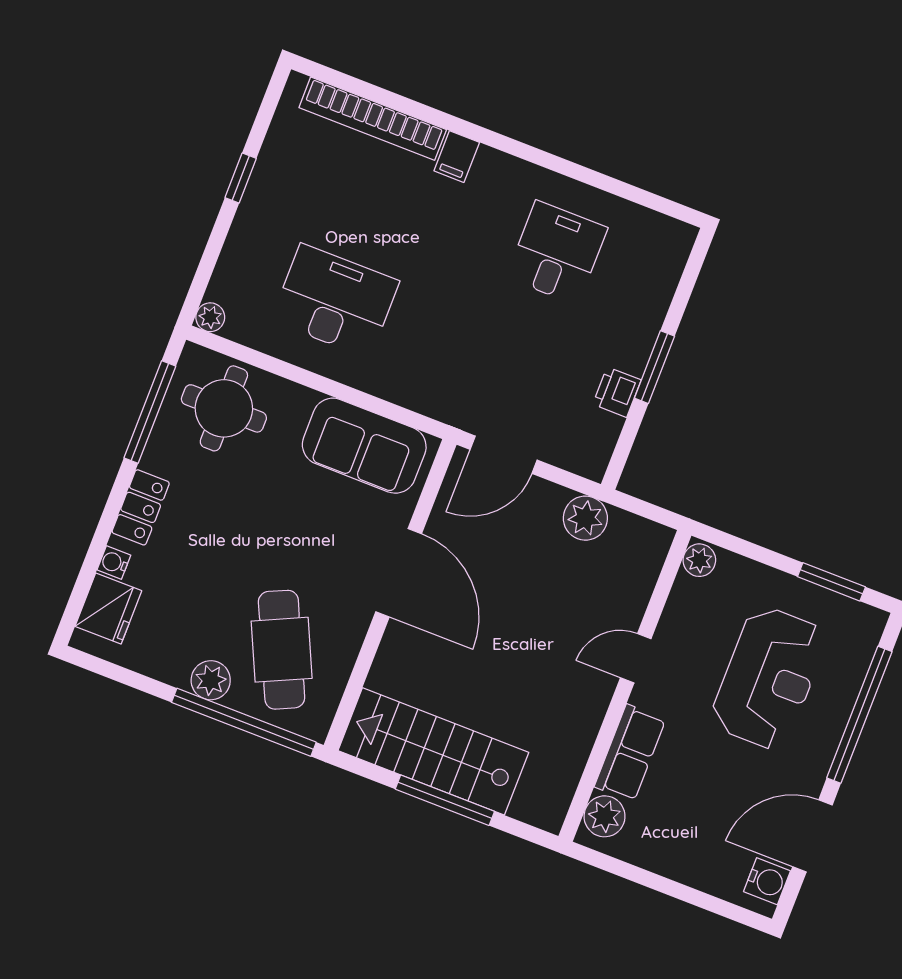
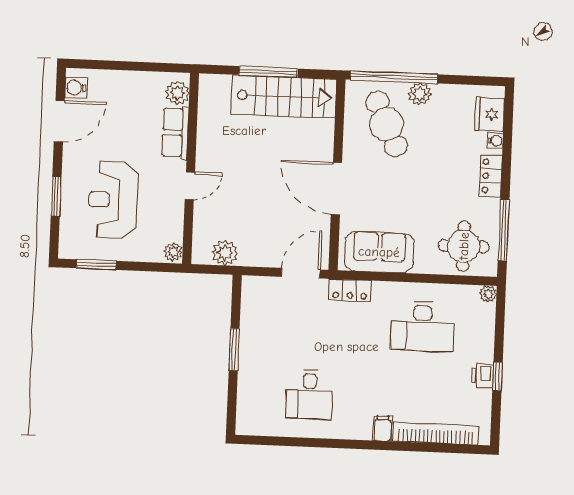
printer: (617, 392) -> (482, 376), moved, turned 180
locker: (433, 400) -> (350, 290), added
plant: (585, 518) -> (225, 253), moved
window: (859, 715) -> (56, 197), width x0.47

